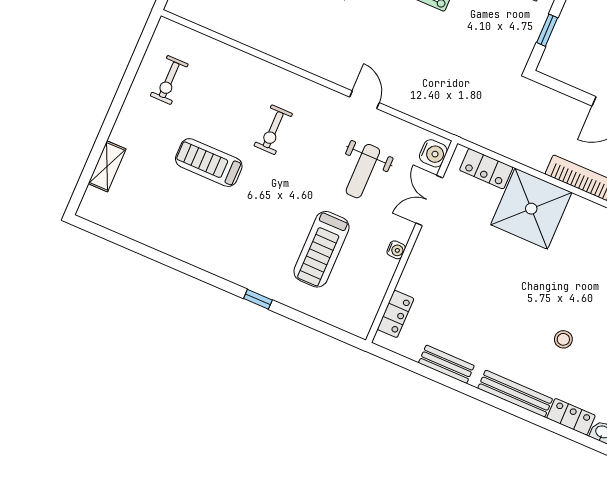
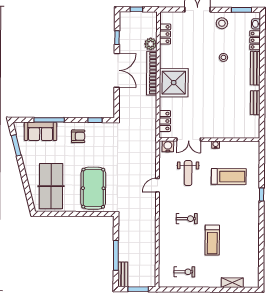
weight bench: (363, 171) -> (188, 173), turned 90
shower: (531, 209) -> (174, 83), moved
locker: (396, 314) -> (243, 133), removed

